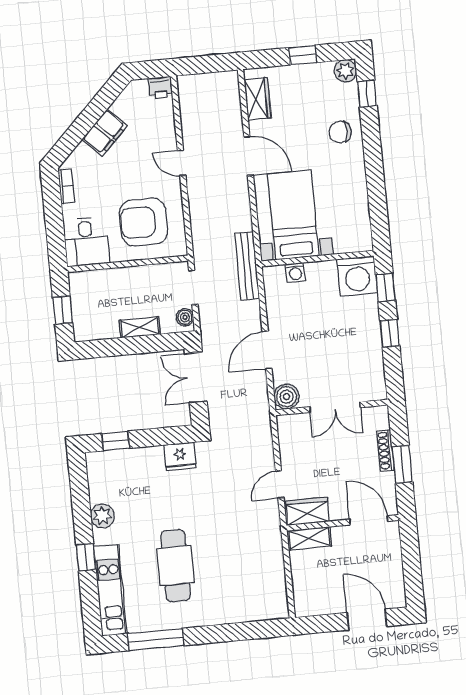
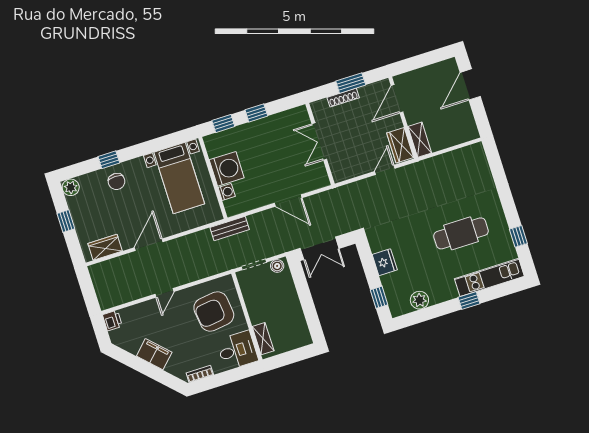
window: (367, 94) -> (109, 160), moved
bed with nightstands: (293, 215) -> (179, 178), moved, turned -90
armchair: (143, 222) -> (214, 312), turned 83
bench: (247, 266) -> (230, 228), width x0.73
washing machine: (357, 276) -> (227, 169), moved
window: (63, 310) -> (291, 357), removed
shelving: (140, 327) -> (263, 339), moved
boiler: (286, 397) -> (319, 179), removed
double door: (335, 407) -> (319, 142), swing flipped
fridge: (180, 456) -> (385, 262), moved
door: (280, 484) -> (385, 170), swing flipped
plant: (103, 516) -> (419, 300), moved
window: (155, 640) -> (518, 236), width x0.46

